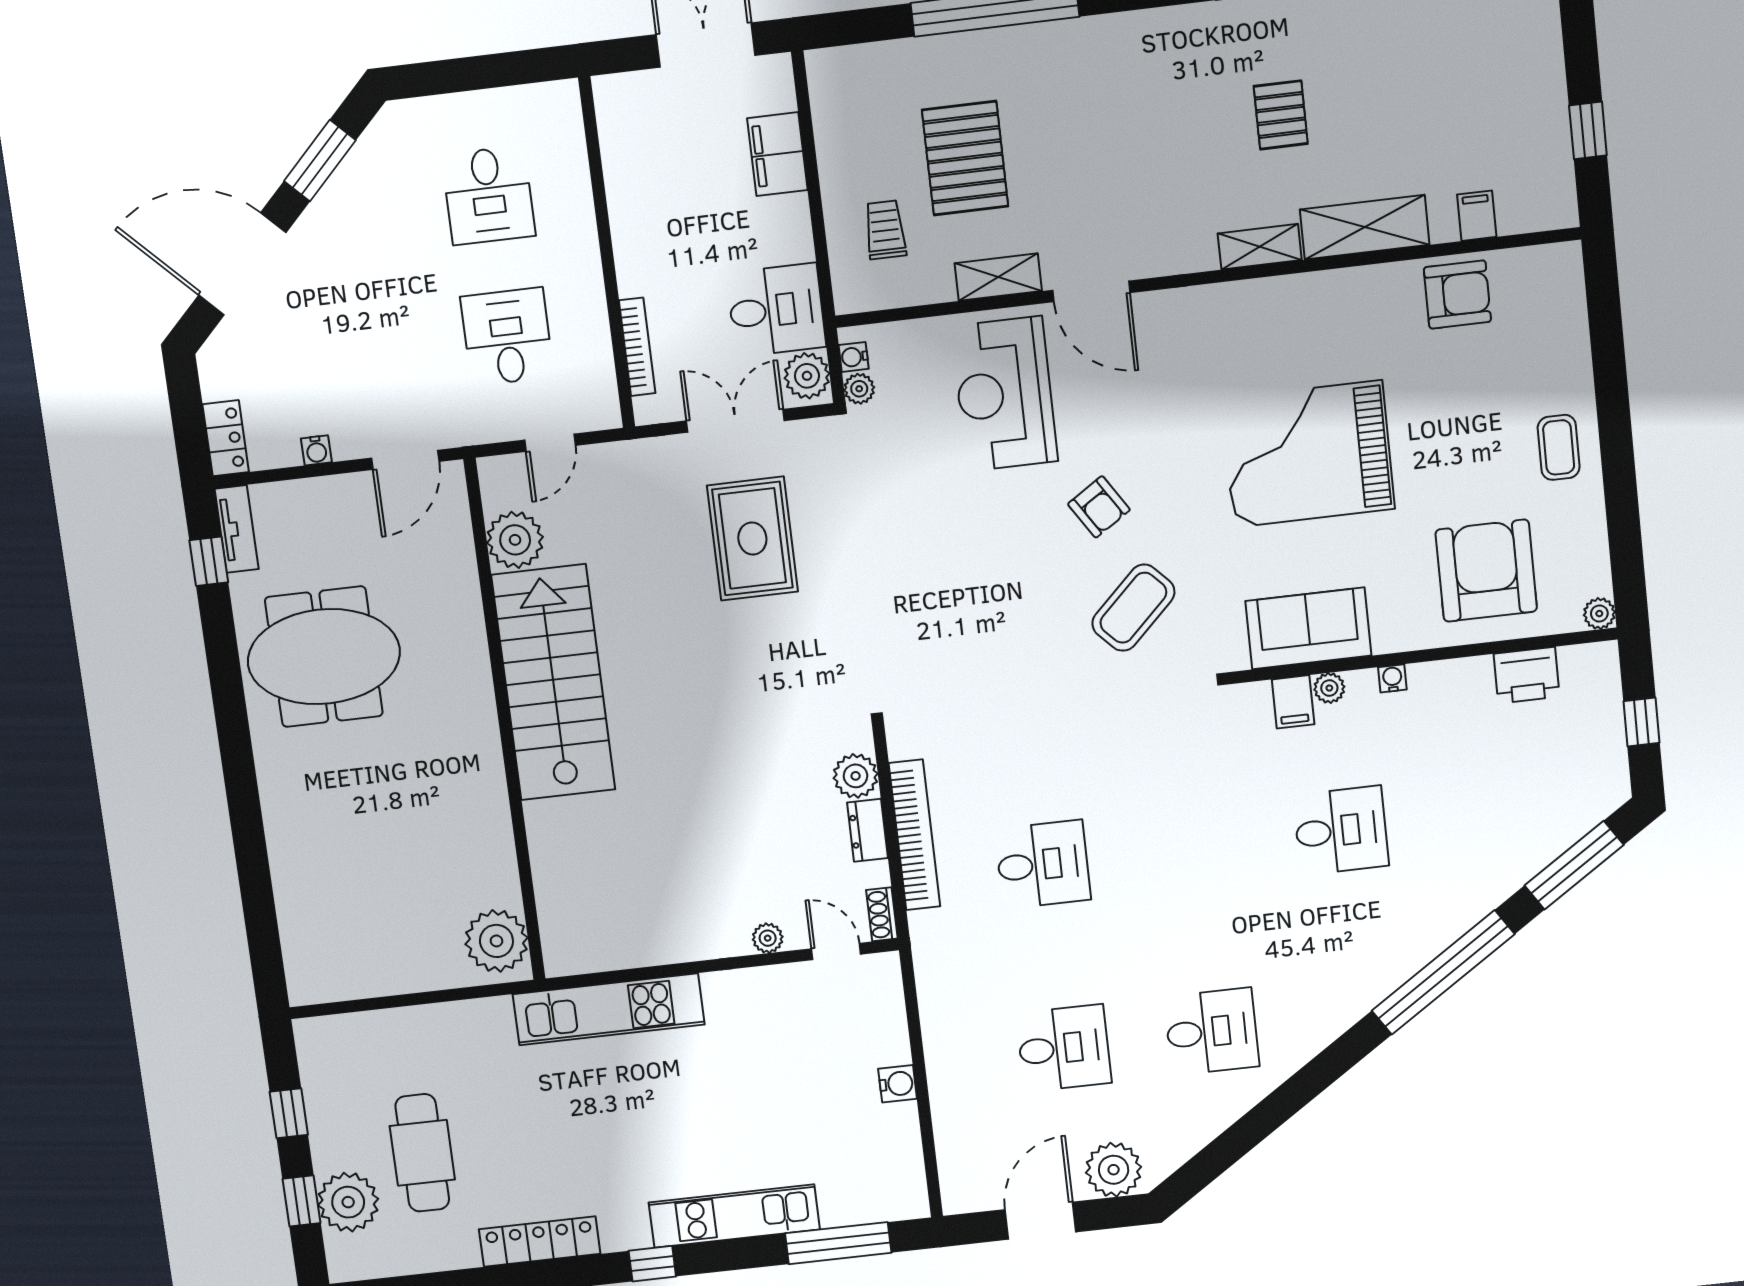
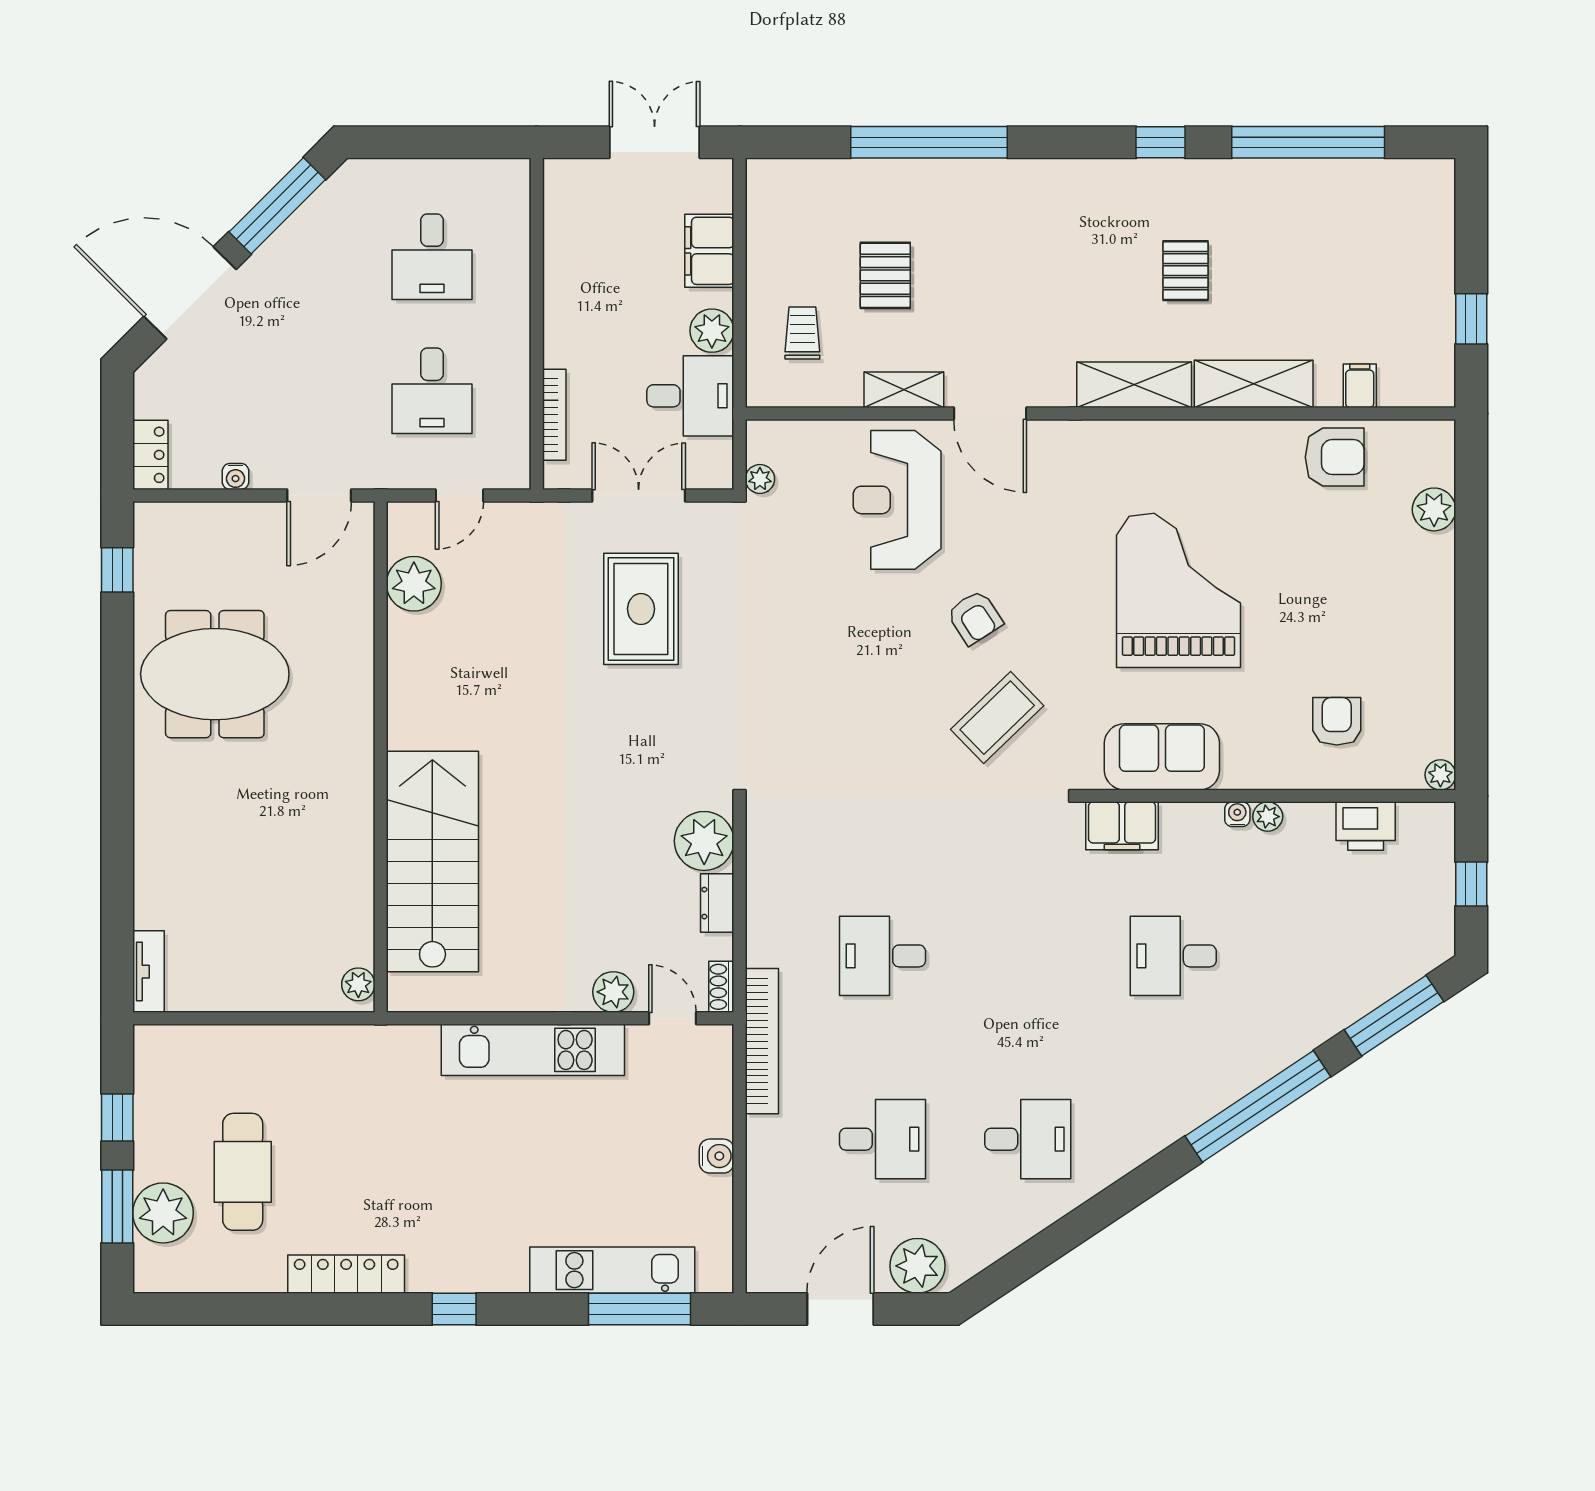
pallet: (965, 158) -> (885, 275), width x0.67, depth x0.71
window: (320, 161) -> (277, 206), width x1.44
shelving: (1260, 247) -> (1134, 385), width x1.50, depth x1.33
desk: (507, 337) -> (432, 391), turned 180
plant: (1567, 337) -> (1434, 509), added
water cooler: (854, 357) -> (758, 448), removed
plant: (807, 376) -> (712, 331), moved
coffee table: (1559, 447) -> (1416, 612), removed
grand piano: (1308, 454) -> (1179, 590), turned 90
tv unit: (237, 529) -> (148, 972), moved
armchair: (1486, 571) -> (1337, 721), width x0.53, depth x0.53
stairs: (553, 682) -> (432, 861), moved
plant: (1329, 688) -> (1268, 817), moved
filing cabinet: (1293, 702) -> (1122, 826), width x2.00
plant: (856, 776) -> (704, 841), width x1.36, depth x1.36
desk: (1341, 830) -> (1173, 956), turned 180
bookcase: (914, 835) -> (762, 1041), moved
desk: (1043, 864) -> (882, 956), turned 180
plant: (768, 938) -> (613, 992), width x1.38, depth x1.38
plant: (496, 941) -> (358, 984), width x0.53, depth x0.53
kitchen unit: (609, 1009) -> (533, 1050), moved
window: (301, 1201) -> (117, 1206), width x1.50
kitchen unit: (734, 1216) -> (612, 1270), moved

